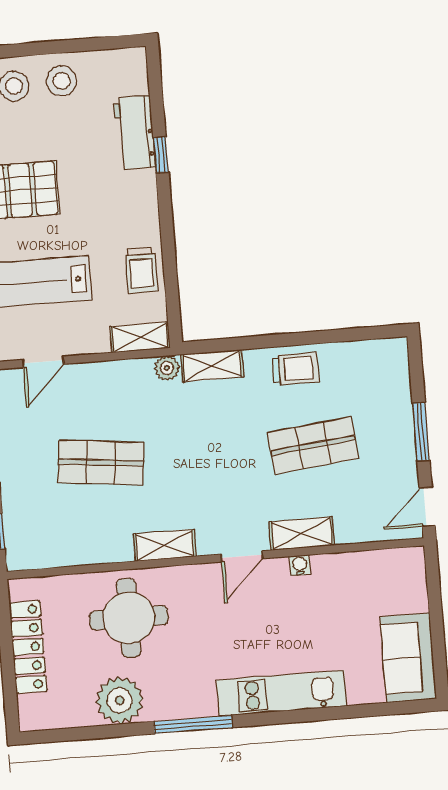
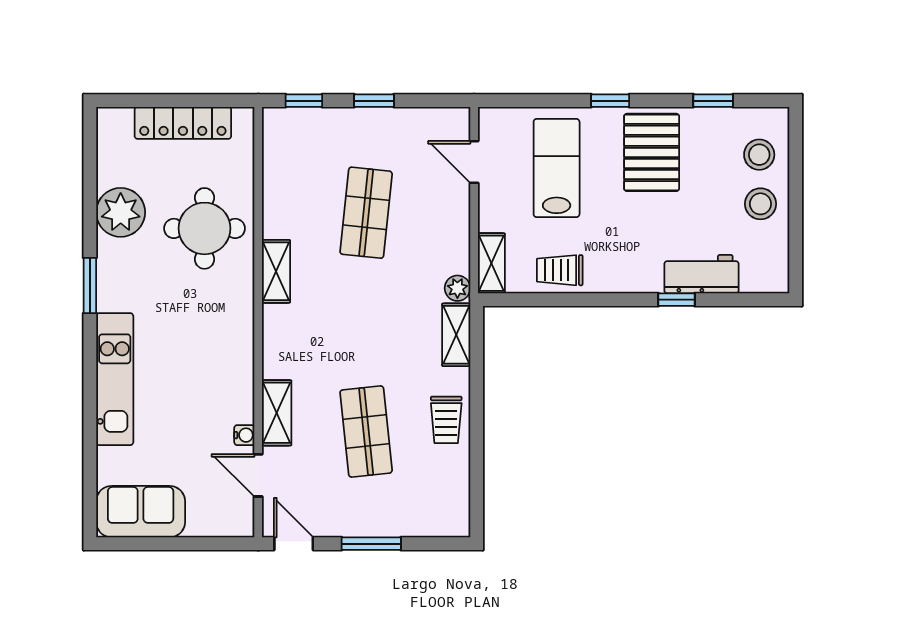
door: (242, 556) -> (258, 475), moved
water cooler: (300, 565) -> (244, 435), moved
window: (193, 724) -> (90, 286), width x0.69

